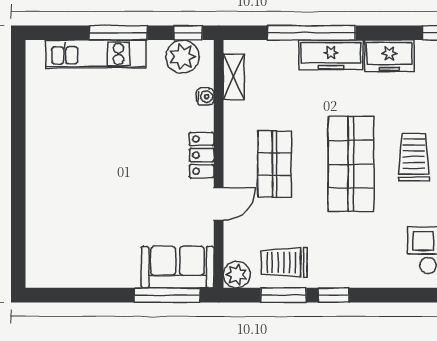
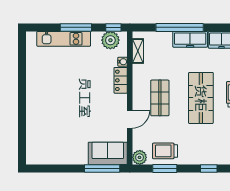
locker: (202, 155) -> (121, 80), moved
window: (334, 295) -> (209, 168), moved

